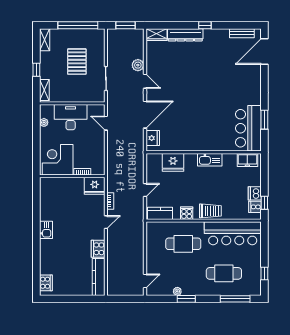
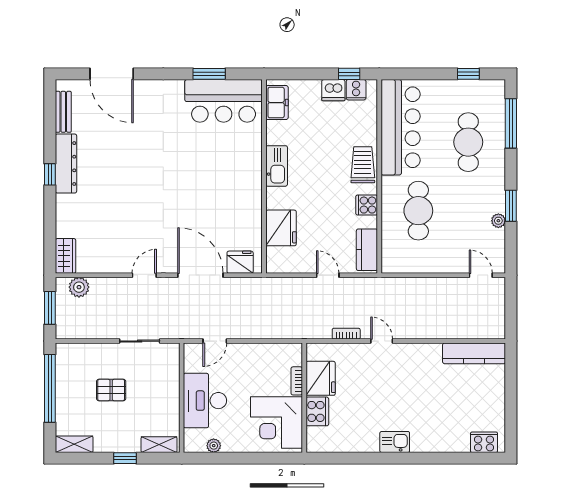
dresser: (185, 35) -> (66, 164), moved
door: (264, 51) -> (112, 74), moved
pallet: (77, 62) -> (111, 390), width x0.67, depth x0.71
plant: (138, 65) -> (79, 287), moved
fridge: (95, 186) -> (321, 378), moved
cooker: (98, 249) -> (317, 411), moved, turned -90

